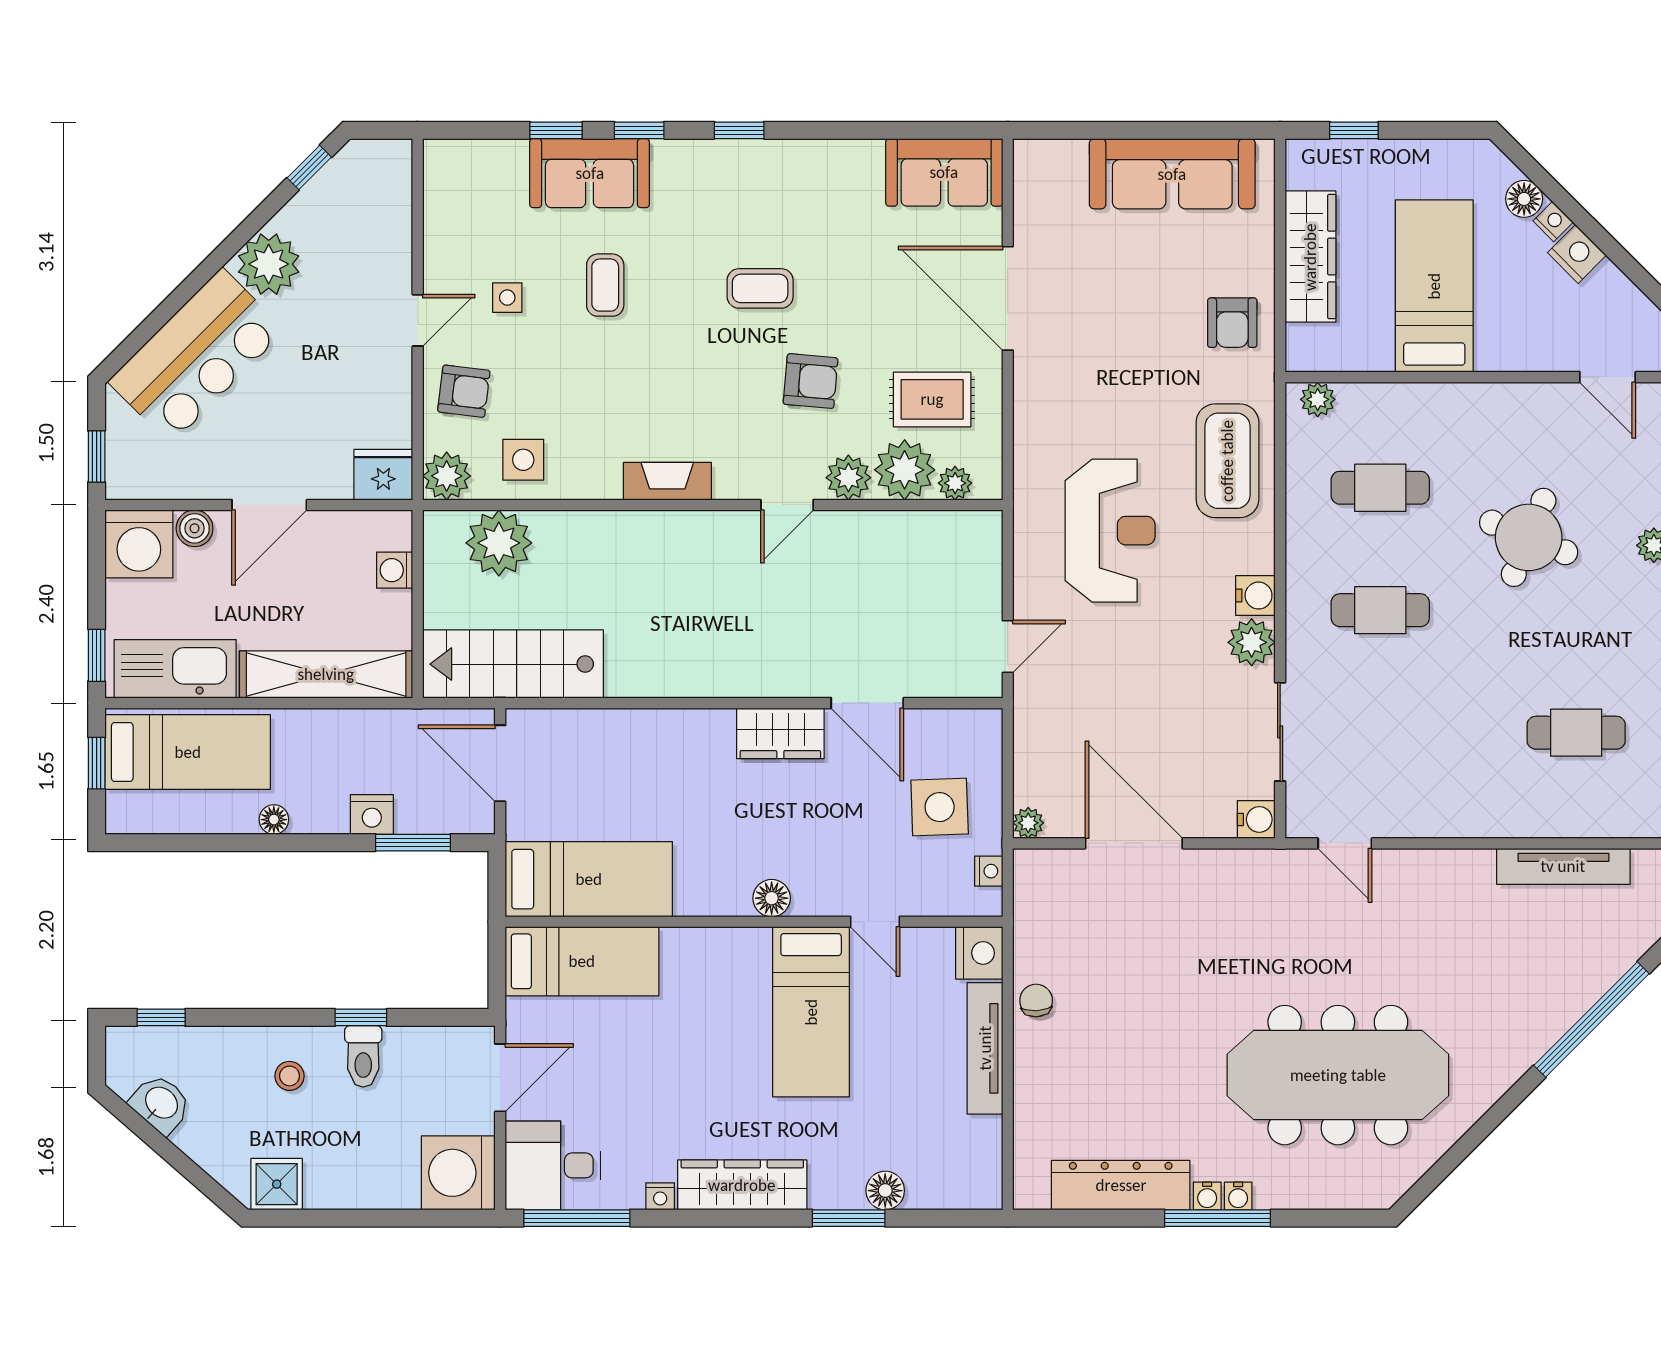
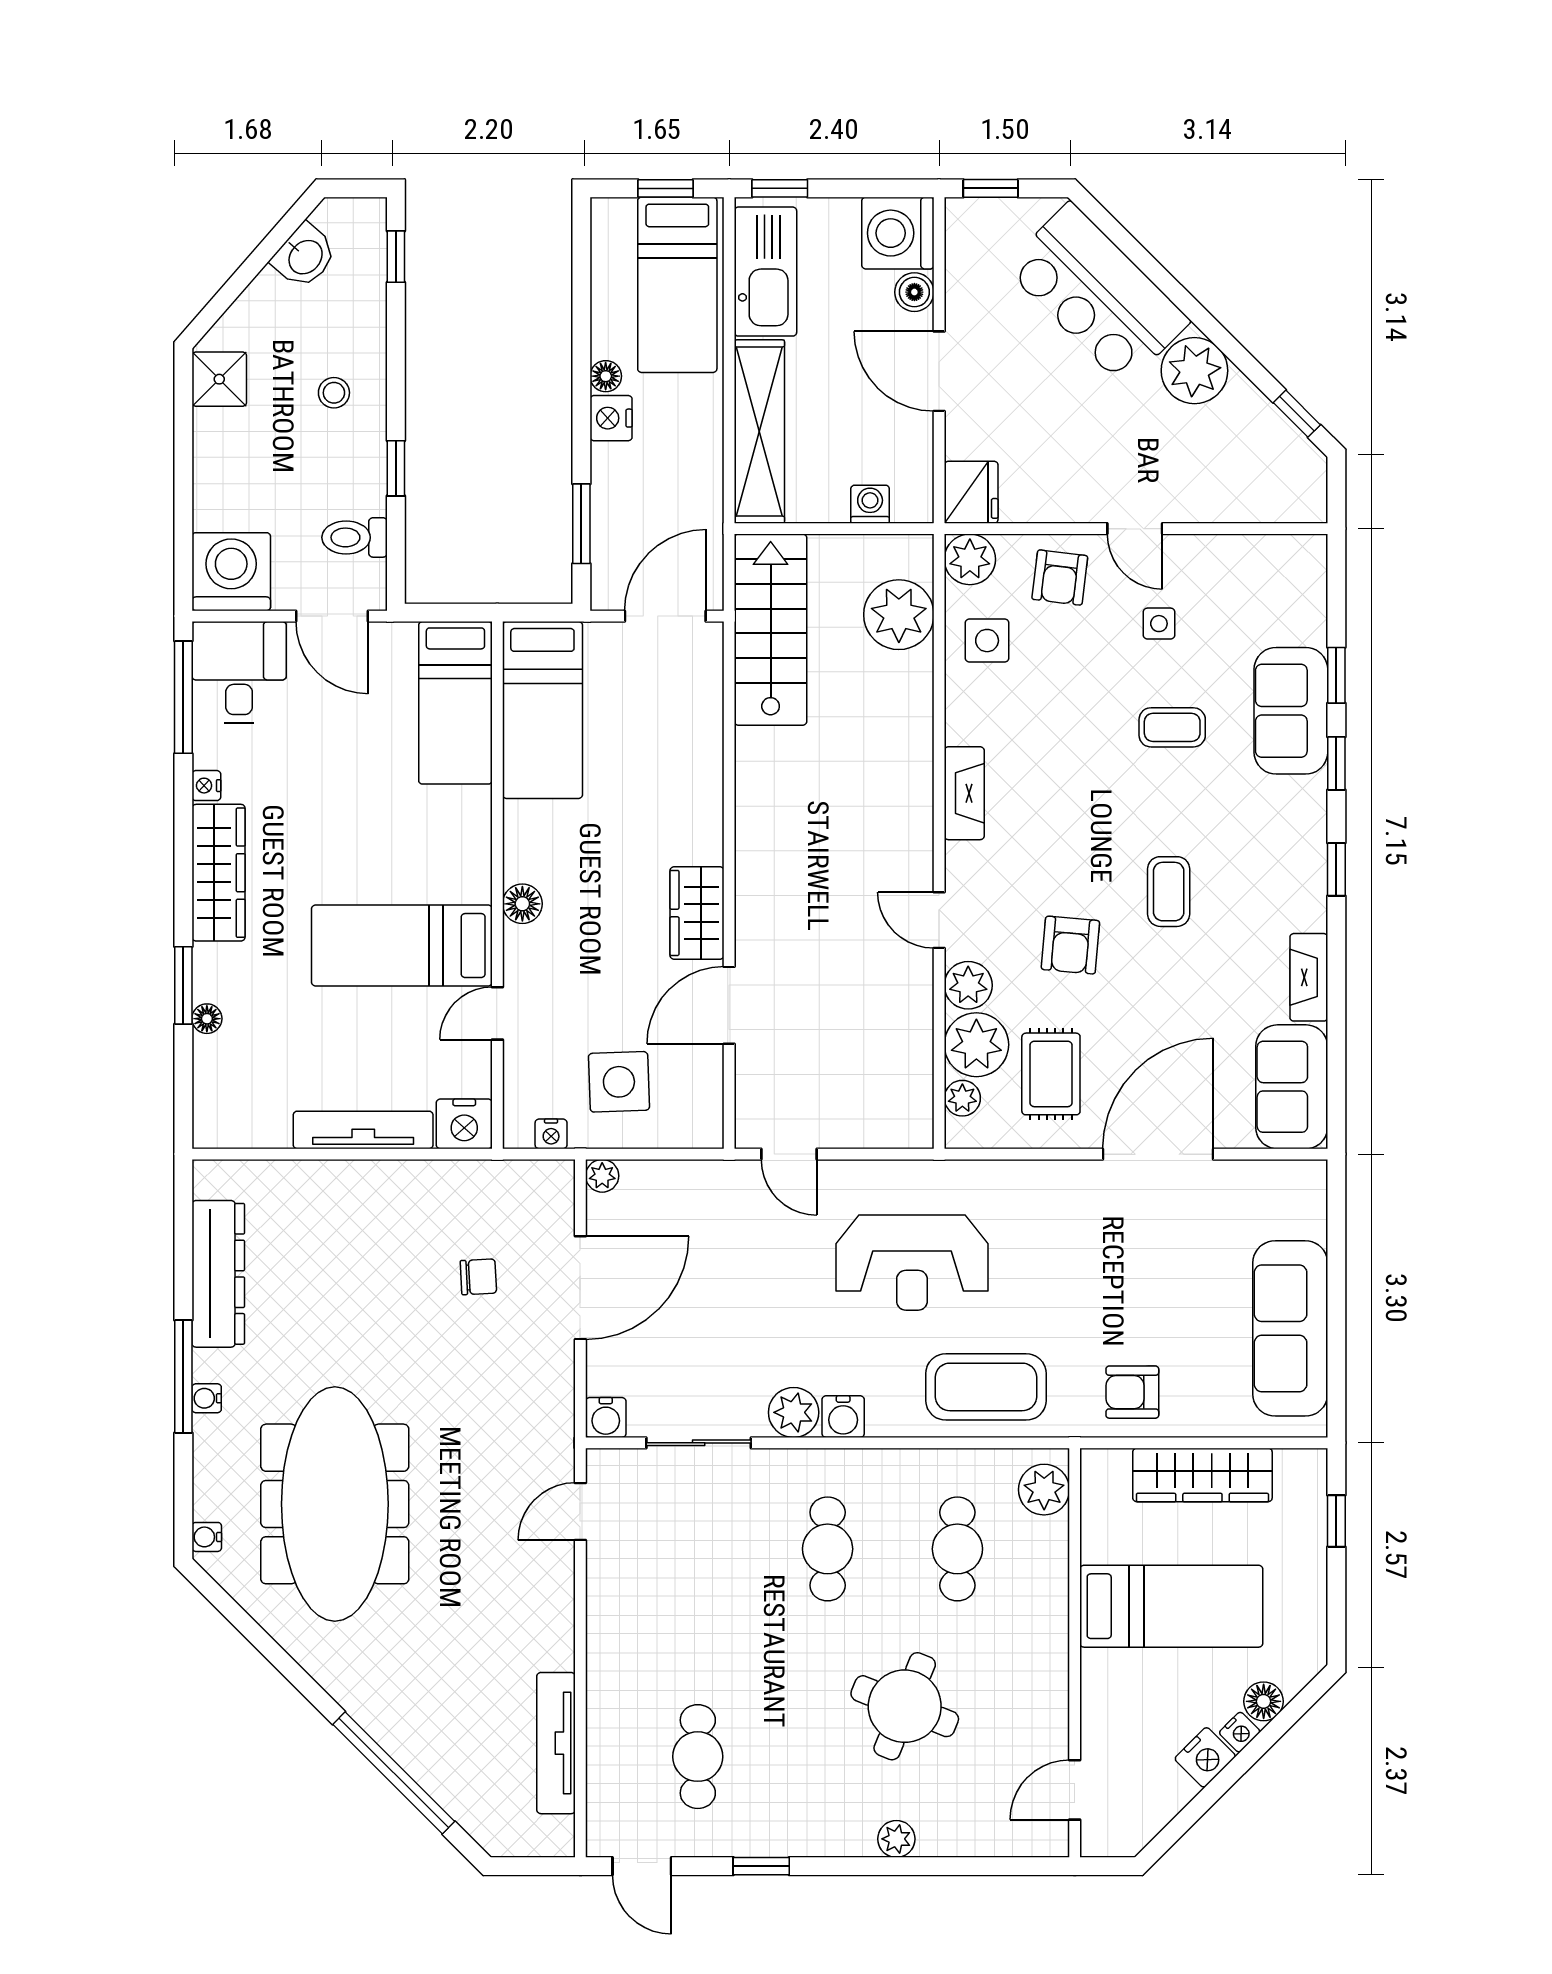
fireplace: (841, 156) -> (1309, 977), added
plant: (1318, 399) -> (1044, 1490), width x1.38, depth x1.38
nightstand: (372, 814) -> (611, 418), moved
chair: (1036, 1001) -> (478, 1277), moved
toilet: (363, 1056) -> (355, 537), moved
floor lamp: (885, 1191) -> (207, 1019), width x0.73, depth x0.73
water cooler: (1207, 1196) -> (207, 1537), moved

